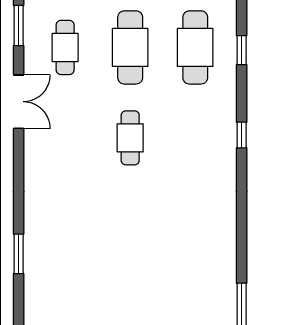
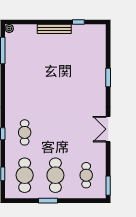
double door: (19, 102) -> (108, 129), moved
cafe table: (130, 138) -> (25, 132), moved

